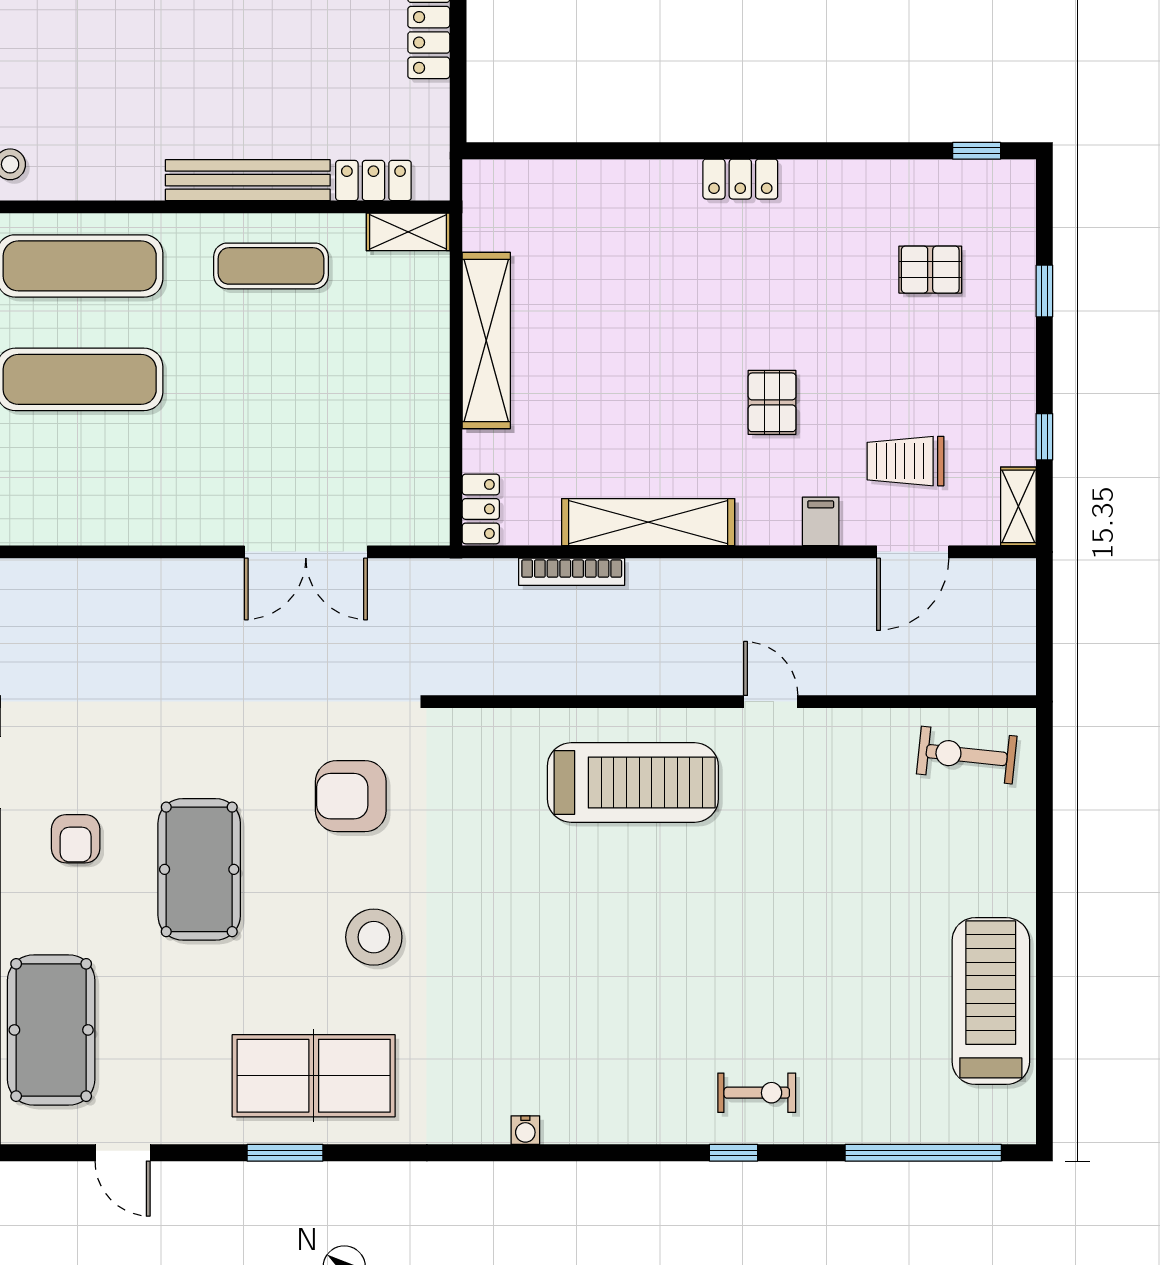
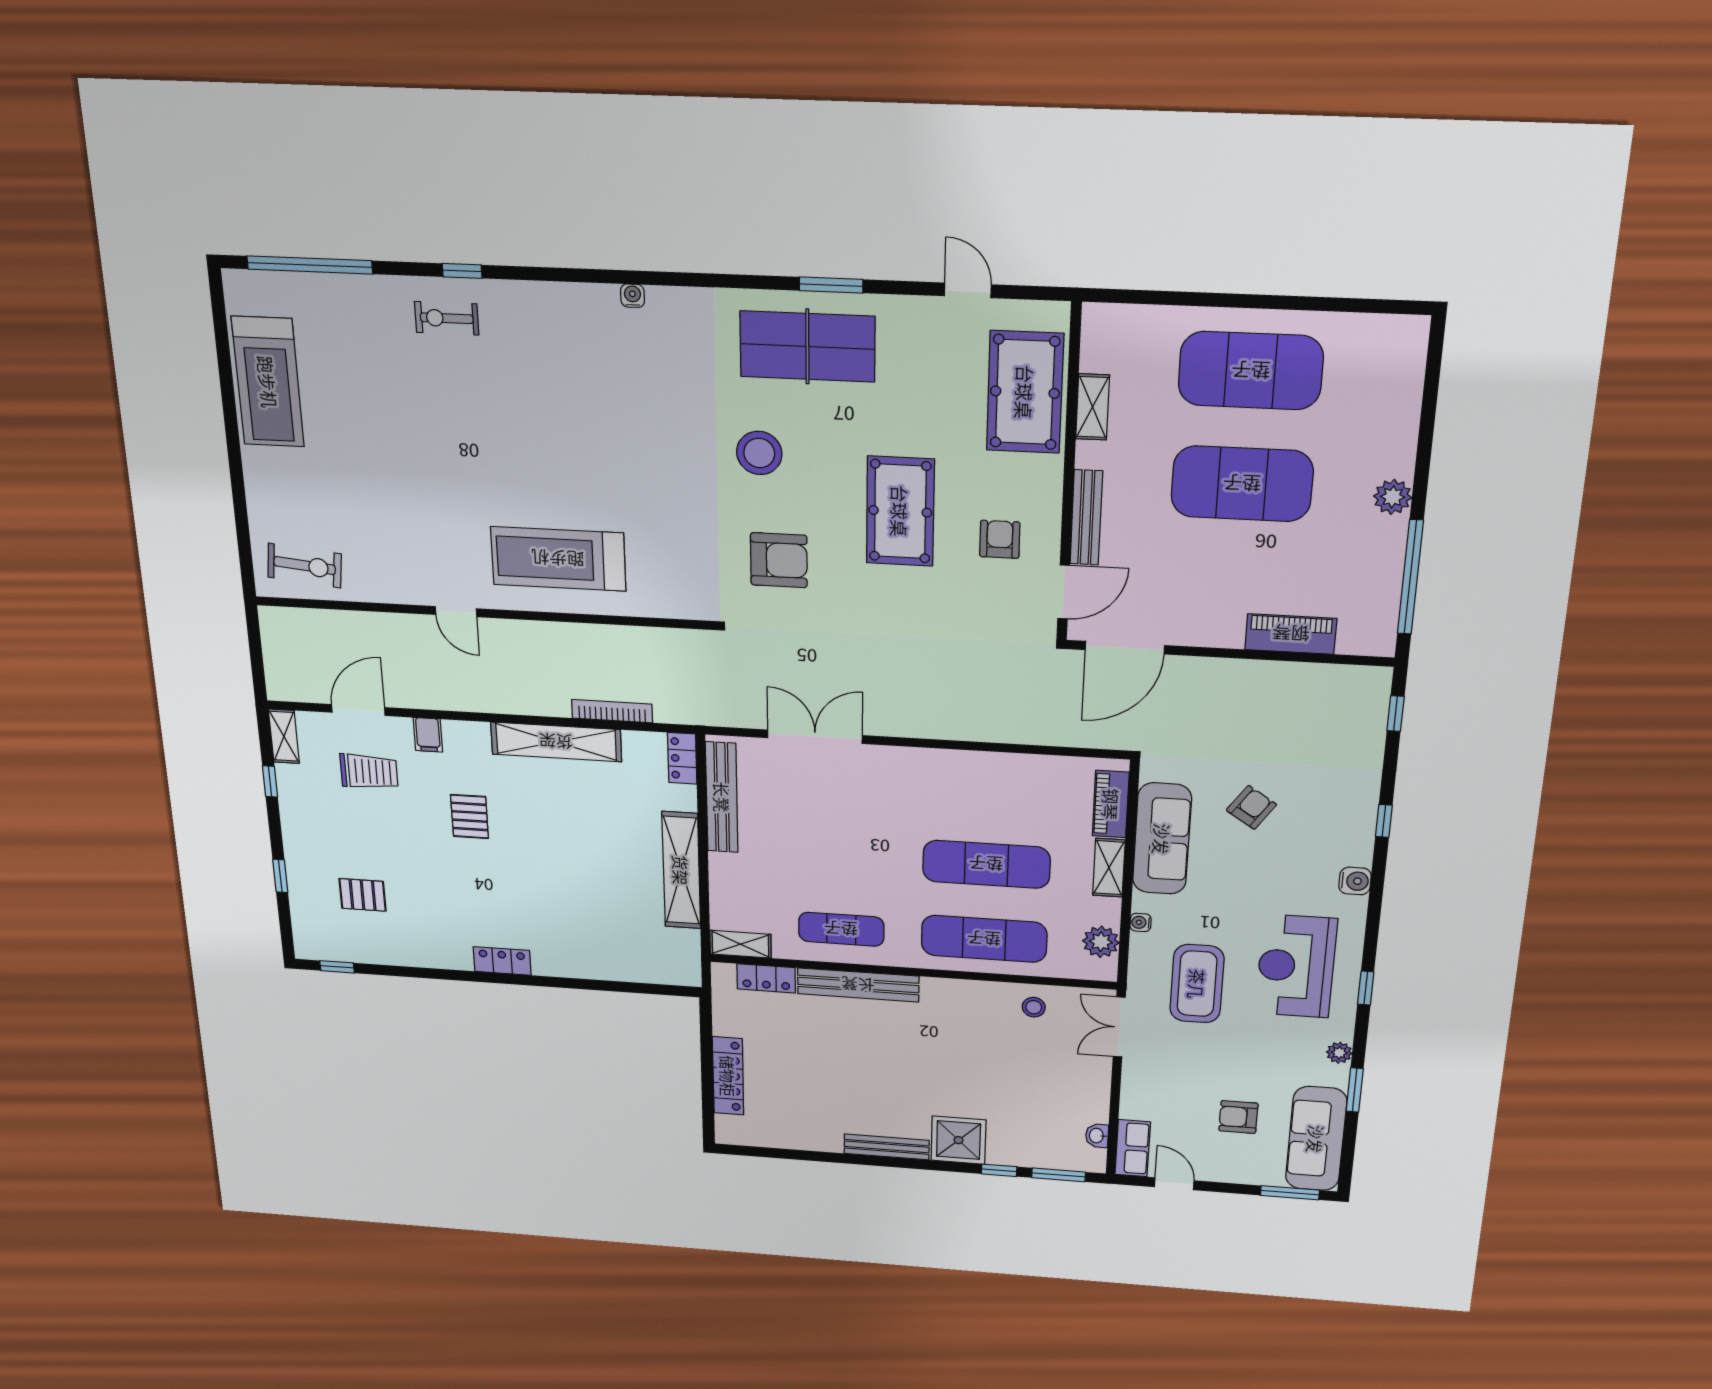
bench: (430, 455) -> (722, 797), added

